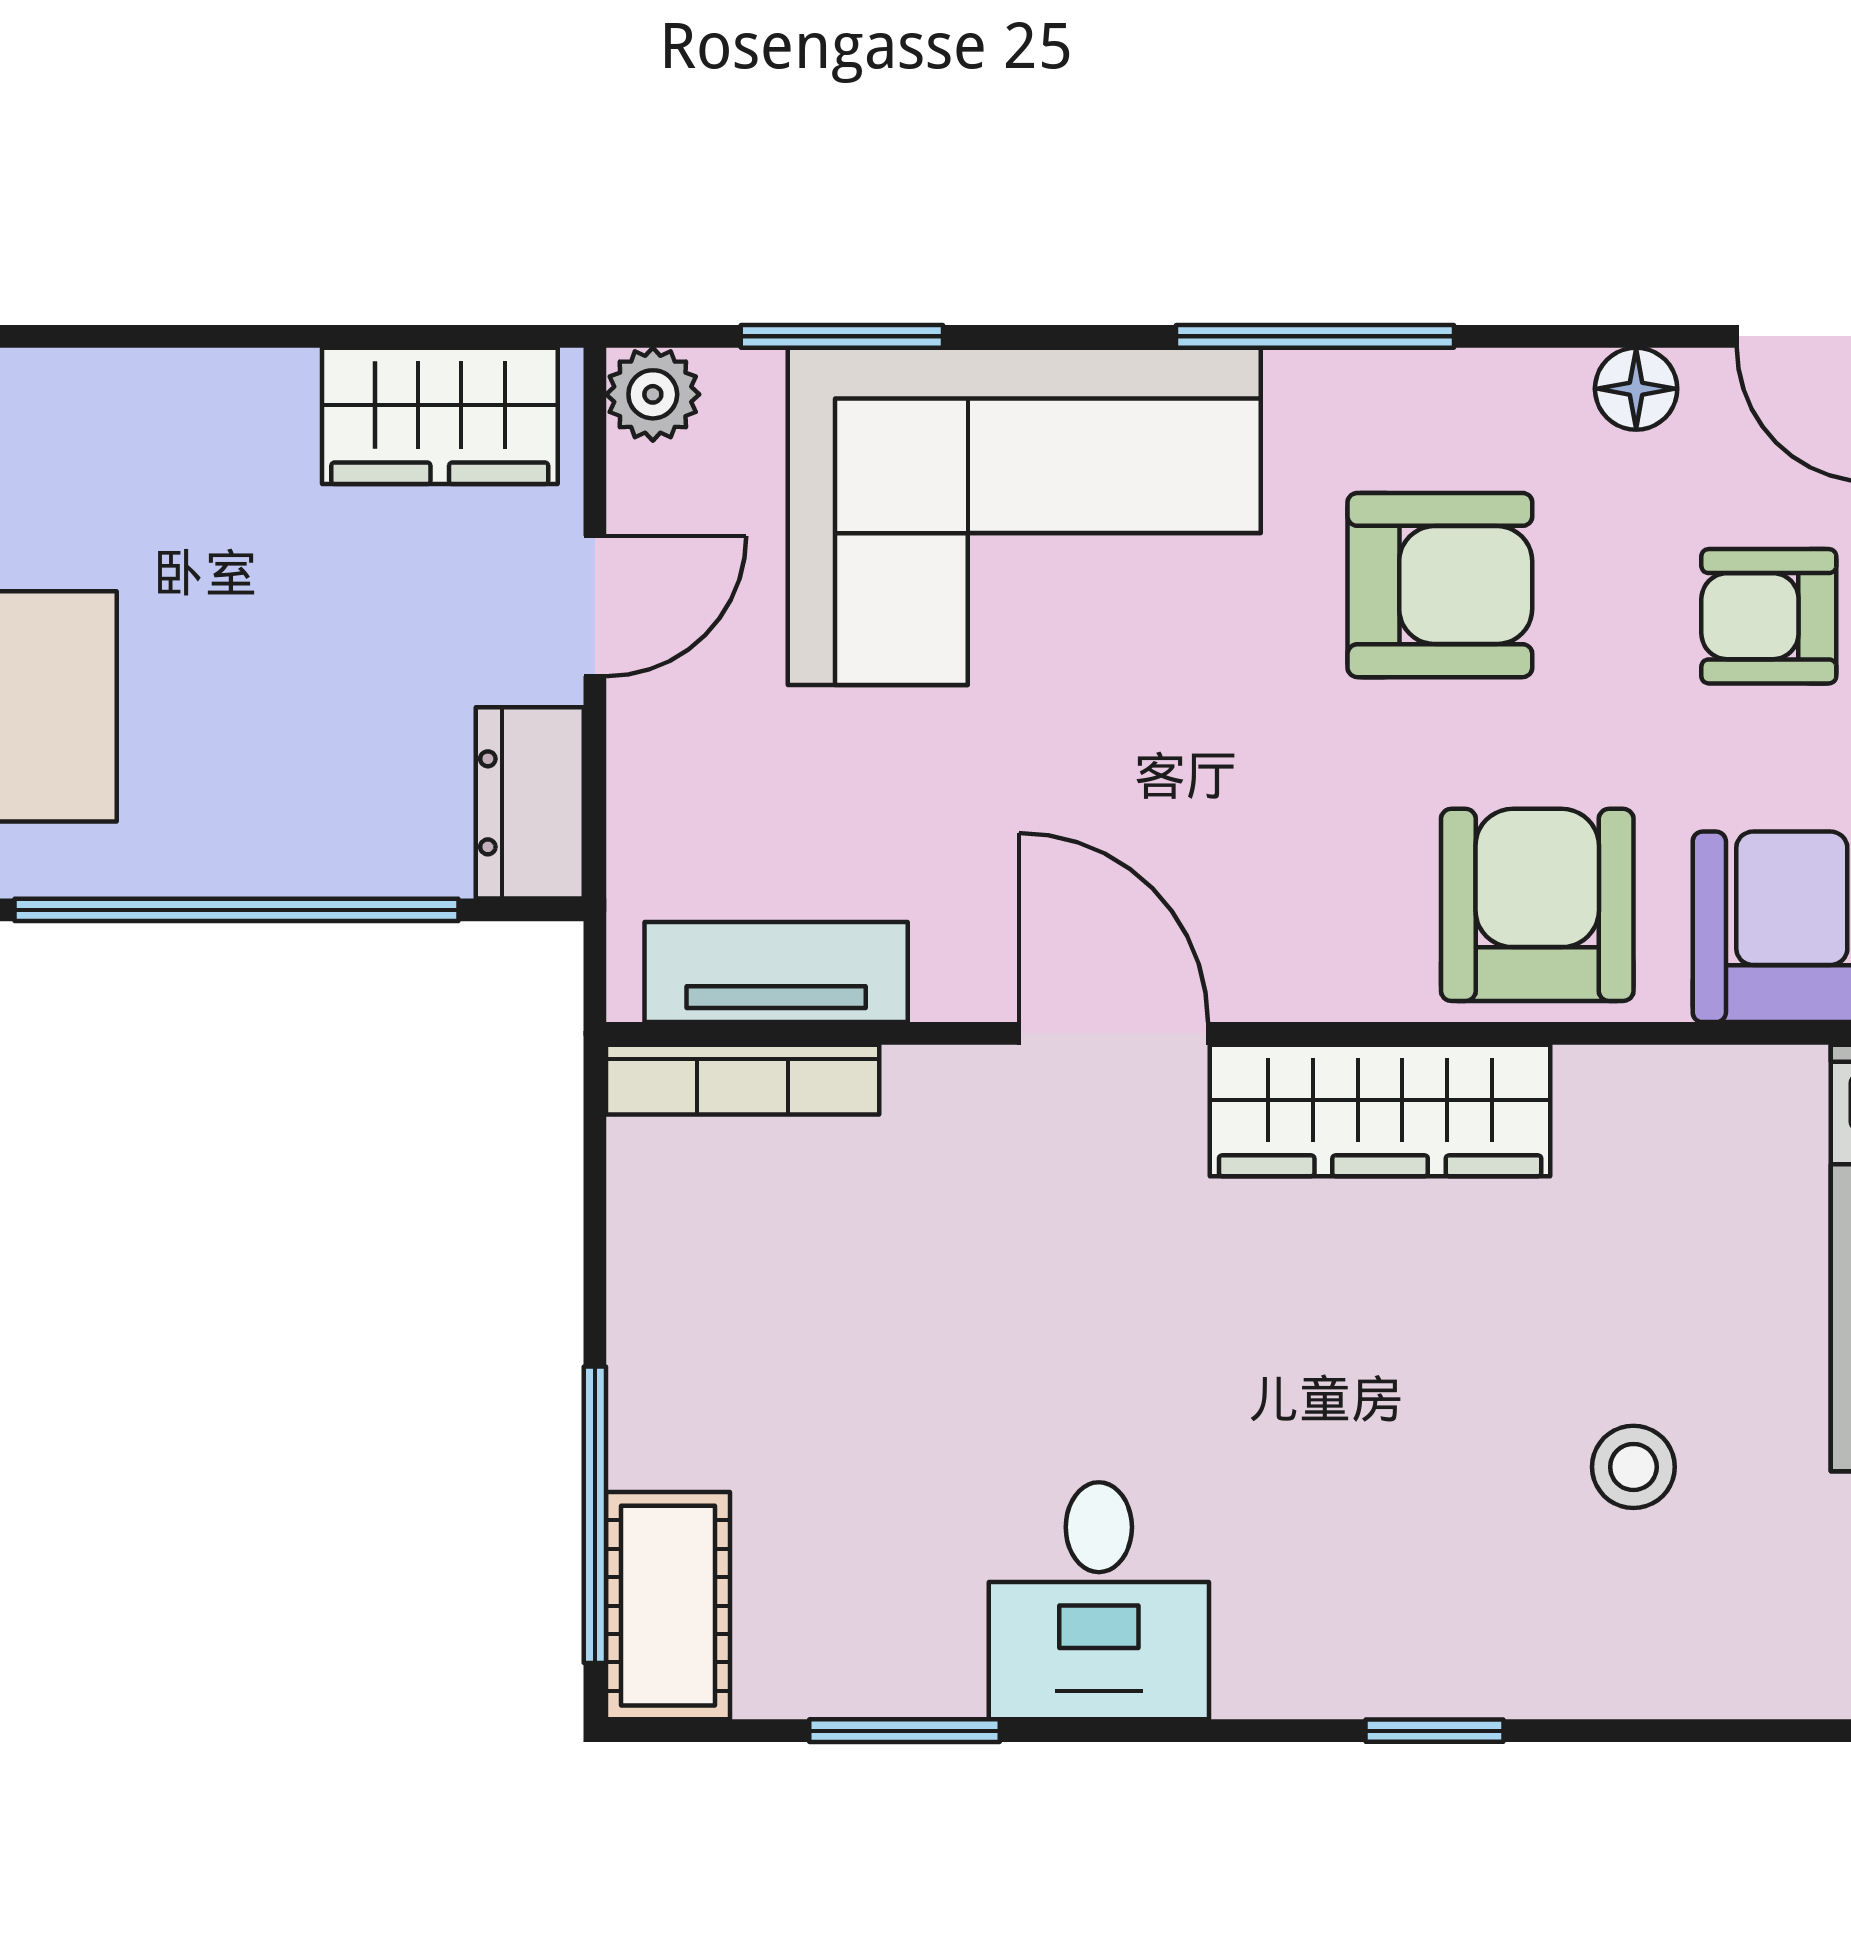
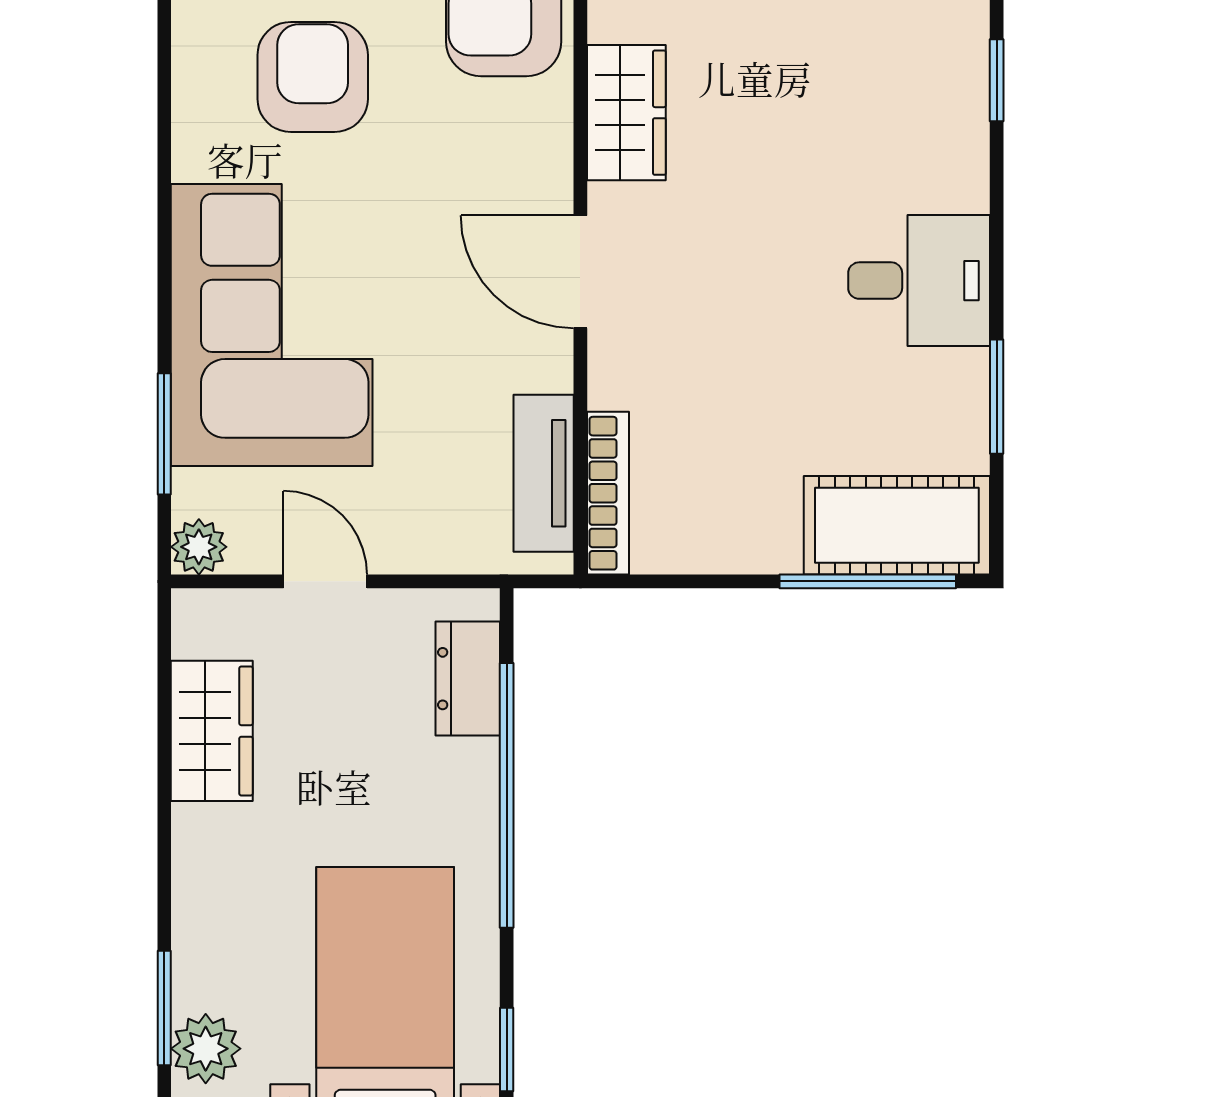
window: (1315, 336) -> (164, 152), removed
wardrobe: (440, 416) -> (212, 731), moved
dresser: (530, 803) -> (468, 679), moved, turned 90
door: (1113, 1033) -> (580, 272), hinge flipped
wardrobe: (1380, 1111) -> (626, 113), width x0.67
cot: (668, 1606) -> (897, 525), width x1.37, depth x1.34

